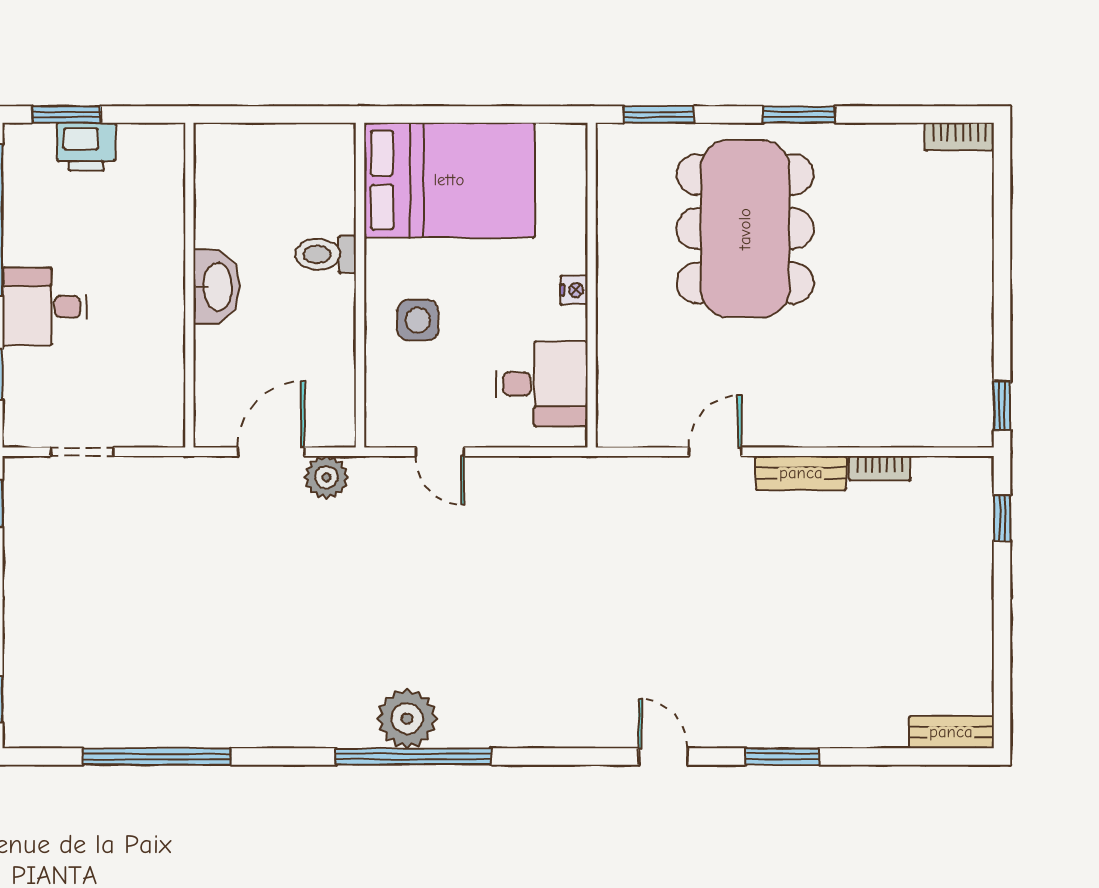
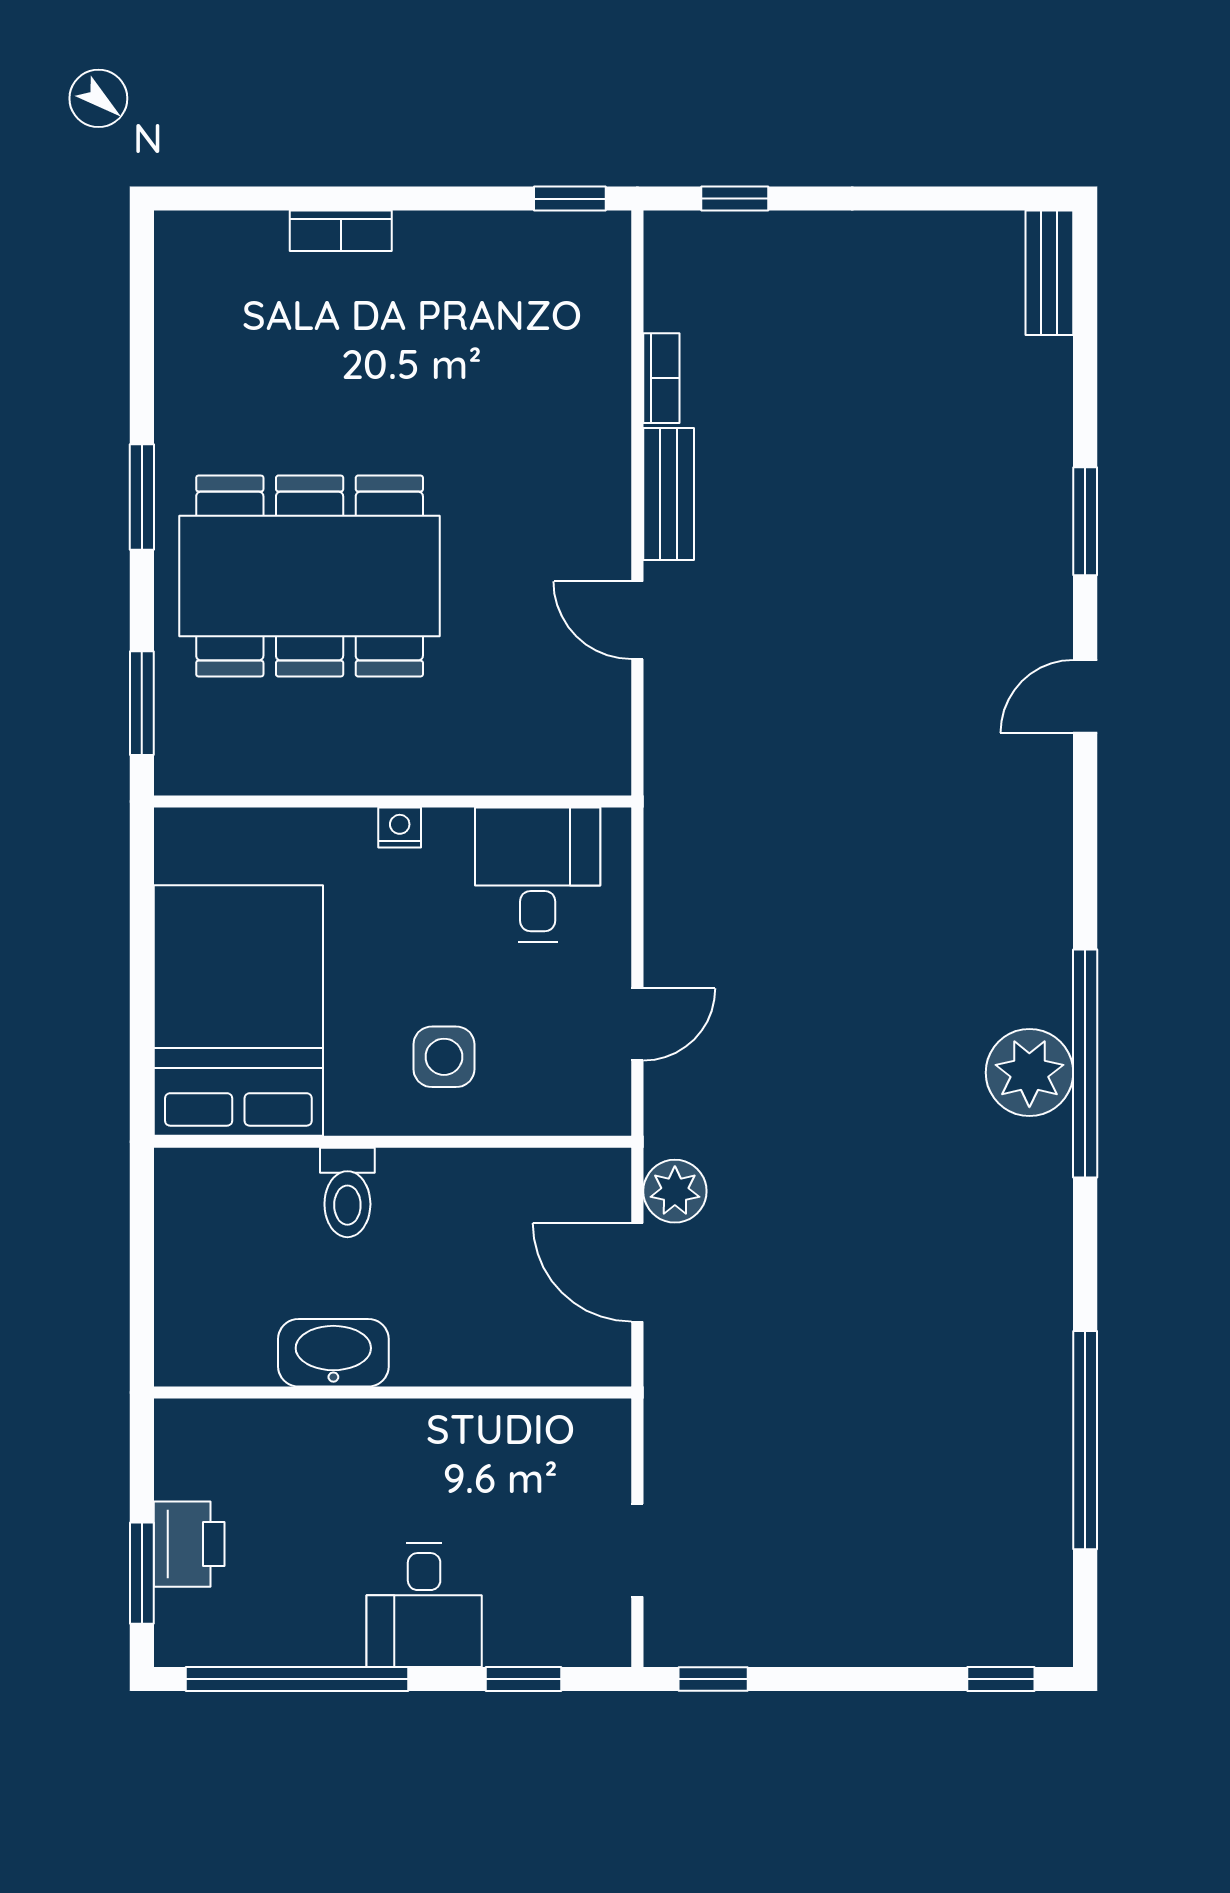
bookcase: (959, 136) -> (341, 231), moved, turned 90
washbasin: (216, 287) -> (333, 1353), moved

